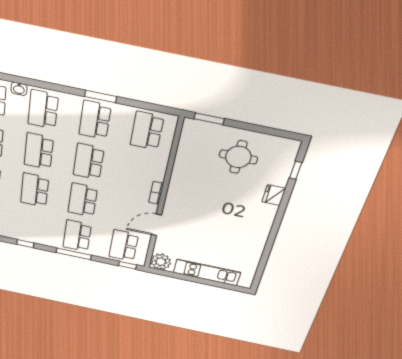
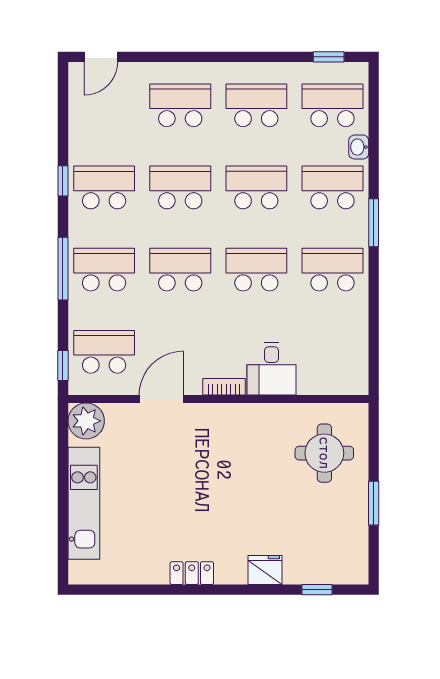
window: (101, 97) -> (374, 223), moved
window: (209, 119) -> (374, 503), moved
school desk: (147, 131) -> (104, 187), moved
round table: (238, 157) -> (324, 453), moved
desk: (151, 166) -> (271, 369), added
door: (156, 225) -> (161, 399), hinge flipped
locker: (263, 232) -> (192, 573), added

